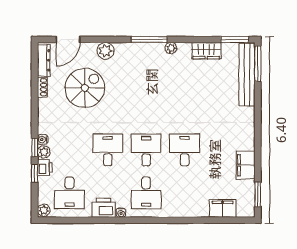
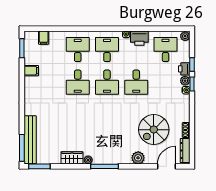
wardrobe: (206, 51) -> (72, 158), moved
filing cabinet: (246, 165) -> (31, 71), width x0.50
desk: (185, 193) -> (78, 49), added
filing cabinet: (223, 208) -> (44, 38), width x0.50

